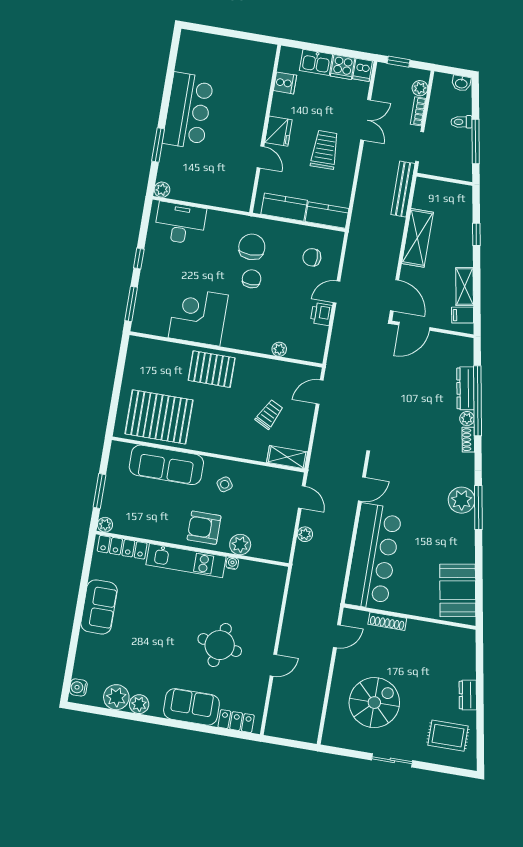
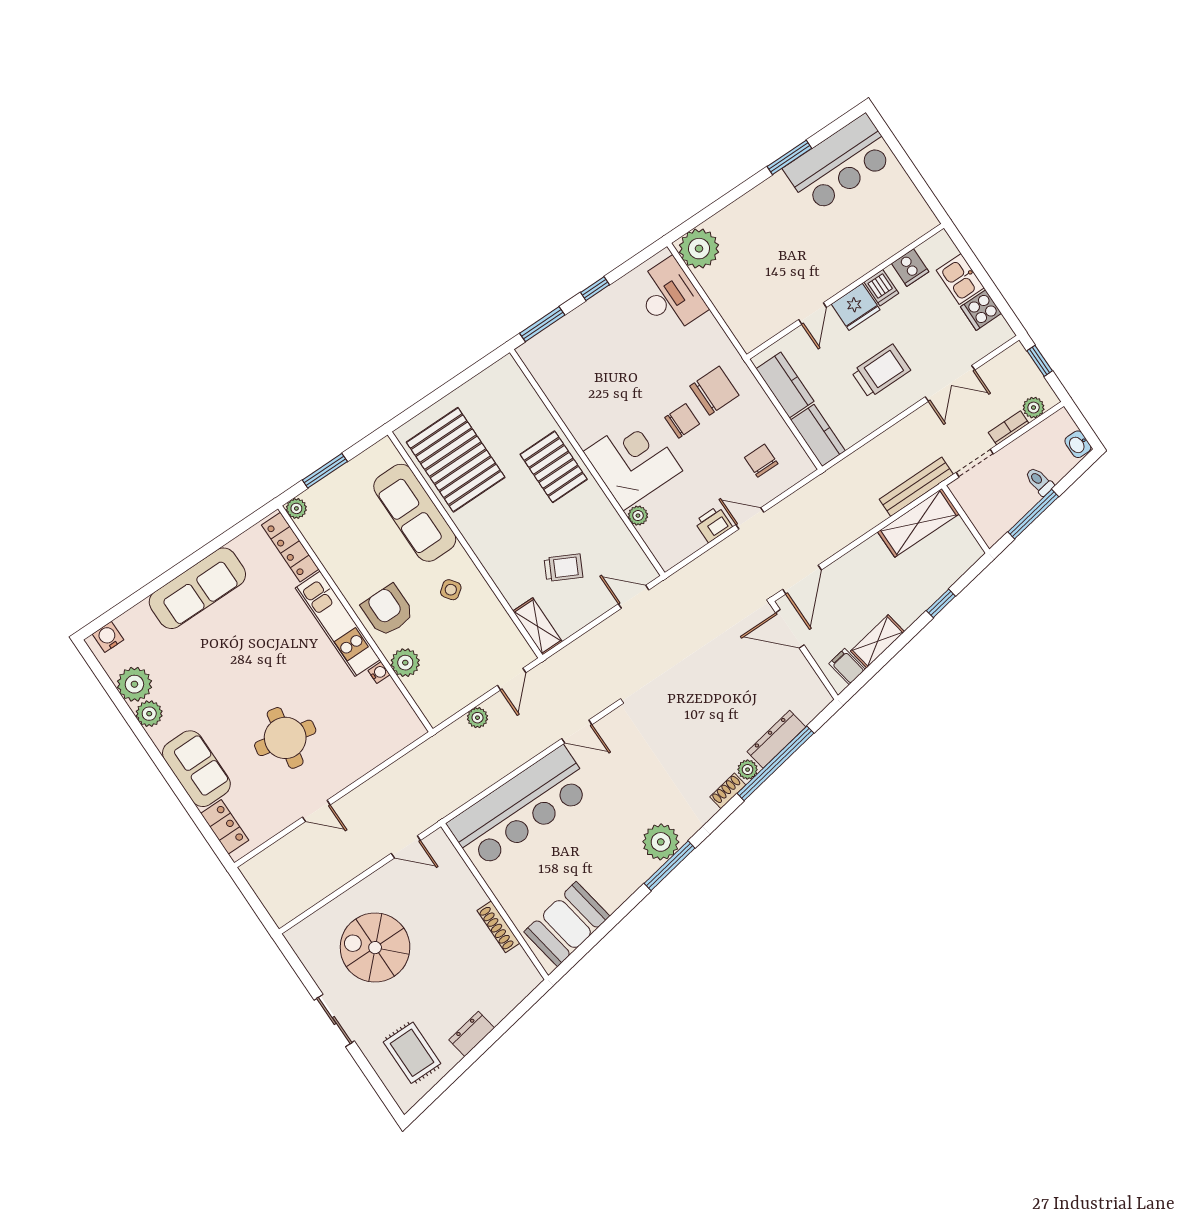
dishwasher: (363, 70) -> (881, 288), moved, turned -90
bar counter: (188, 111) -> (840, 163), moved
window: (158, 145) -> (789, 157), moved
plant: (162, 190) -> (699, 249), width x1.88, depth x1.88
shelving: (418, 238) -> (918, 523), moved
corner desk: (198, 316) -> (633, 461), moved
sofa: (99, 607) -> (197, 588), width x1.36
shoe rack: (387, 621) -> (498, 927), moved
spiral stairs: (374, 703) -> (375, 948), turned 180

